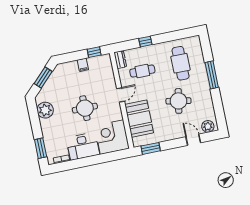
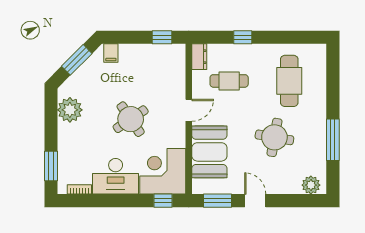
filing cabinet: (83, 65) -> (111, 53), moved
window: (212, 75) -> (333, 140), moved
round table: (85, 108) -> (131, 119), turned -34
door: (193, 140) -> (255, 201), moved
window: (116, 156) -> (163, 201), added

